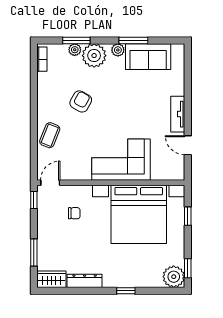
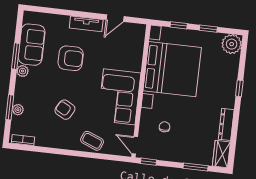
plant: (94, 56) -> (25, 93), removed
armchair: (138, 101) -> (71, 58), added
corner sofa: (121, 160) -> (119, 97), moved
window: (188, 268) -> (208, 29), moved

